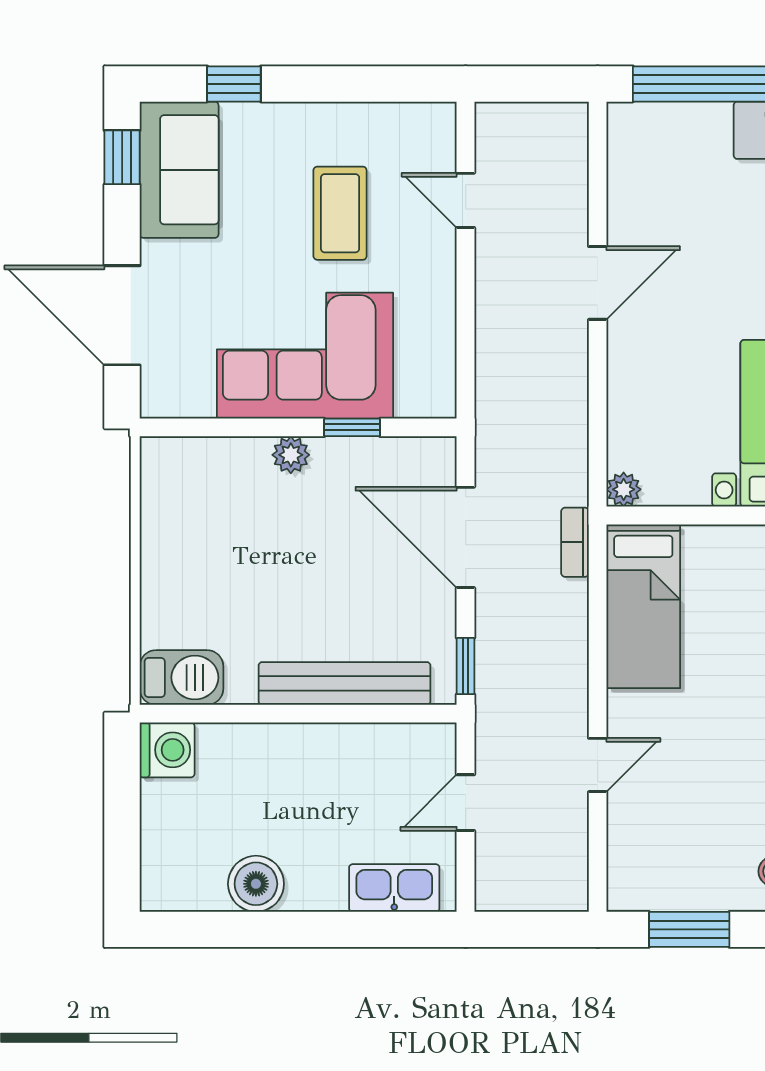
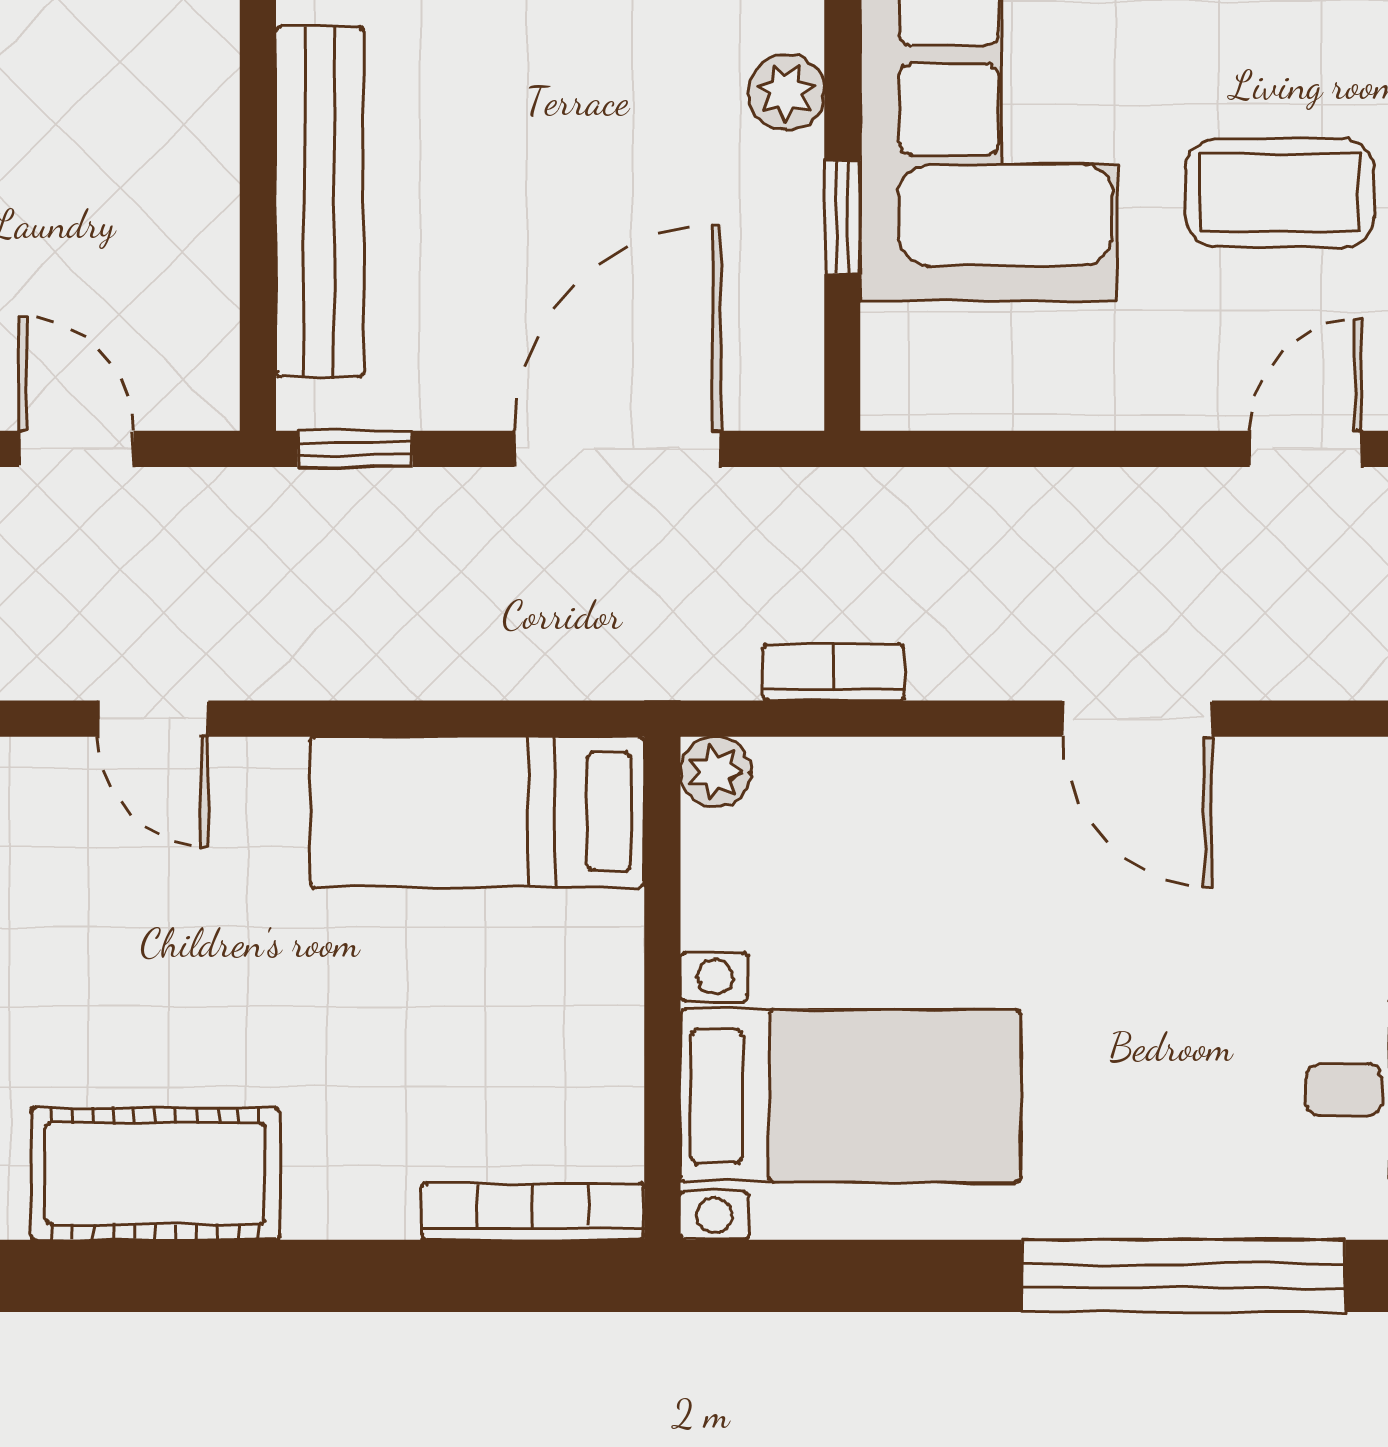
bookcase: (575, 542) -> (834, 672), moved

